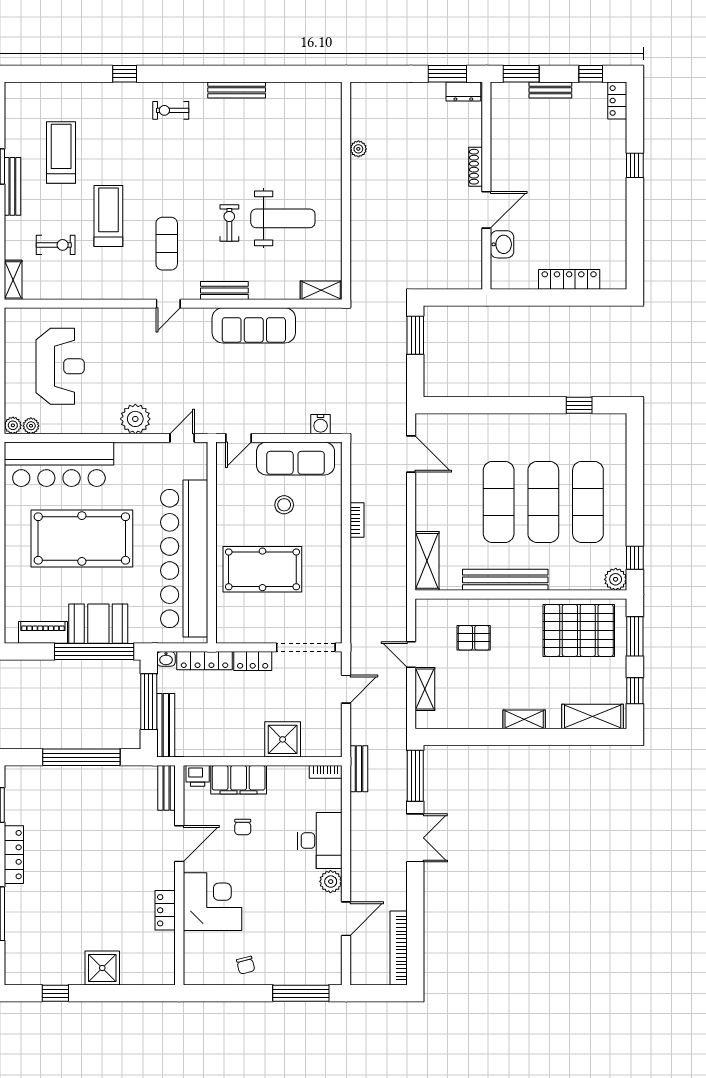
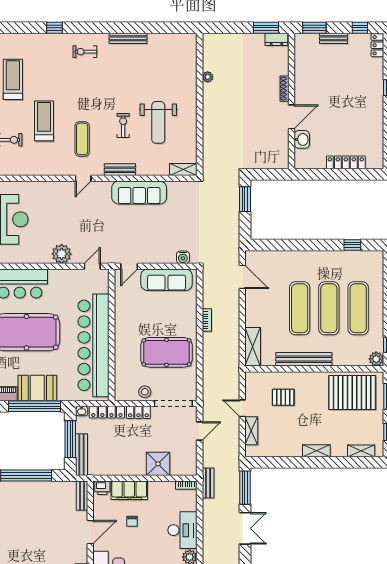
weight bench: (283, 218) -> (158, 122), turned 90
stool: (284, 505) -> (145, 392), moved
pool table: (262, 569) -> (166, 352), moved
shelving: (593, 716) -> (361, 451), width x0.67, depth x0.75

